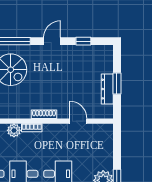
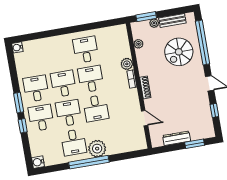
window: (117, 83) -> (195, 144), moved
door: (78, 121) -> (145, 118), hinge flipped

